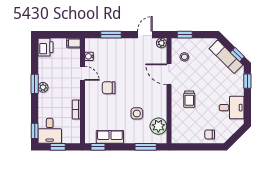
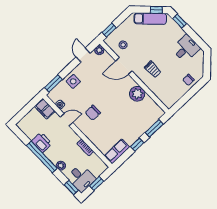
window: (111, 35) -> (53, 84), moved
filing cabinet: (74, 43) -> (45, 109), width x2.00
printer: (46, 47) -> (42, 142), moved
window: (35, 84) -> (42, 157), width x2.11
plant: (43, 87) -> (61, 166), moved
side table: (137, 113) -> (73, 81), moved
plant: (158, 126) -> (137, 94), moved
row of seats: (110, 137) -> (117, 151), moved
window: (98, 147) -> (137, 145), moved

